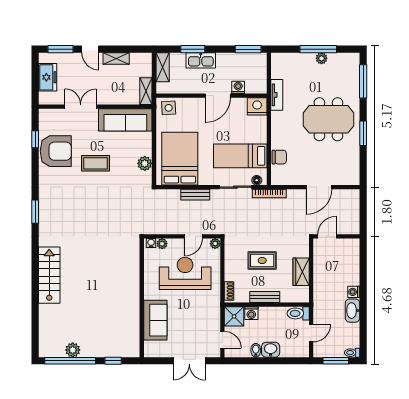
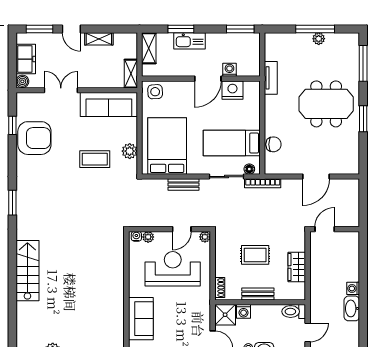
boiler: (44, 98) -> (22, 81), added
nightstand: (257, 106) -> (232, 90), moved
coffee table: (96, 163) -> (95, 159), moved

